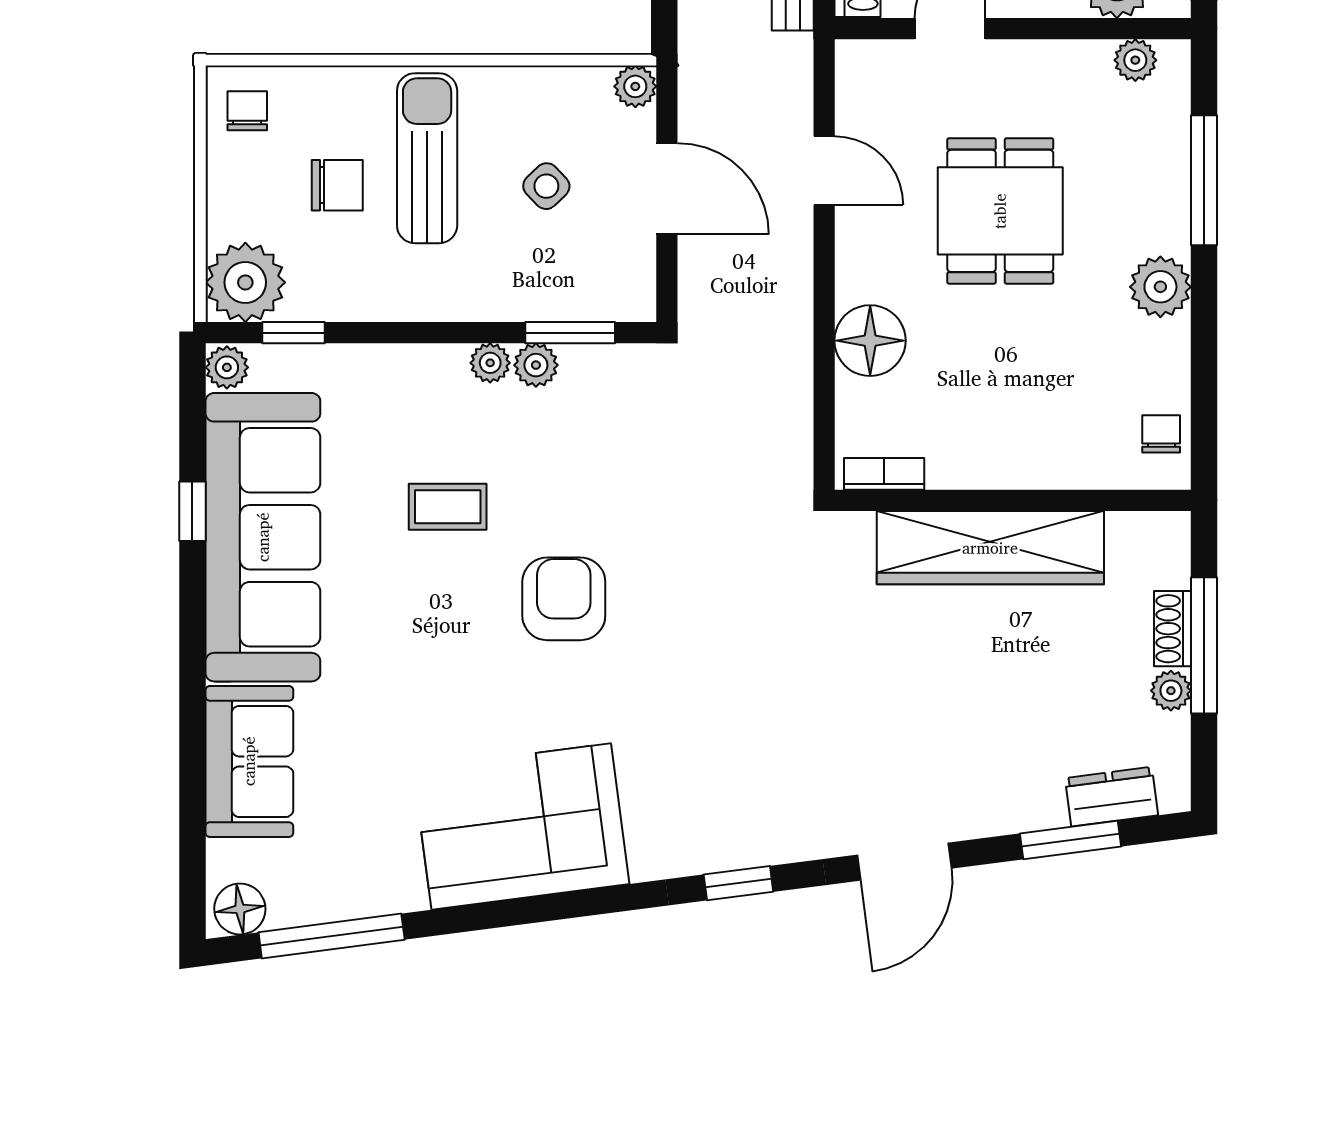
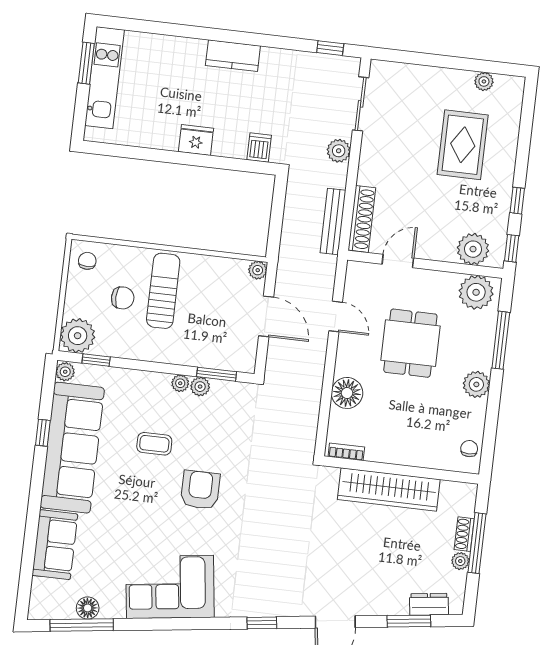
plant: (1135, 60) -> (476, 292), width x1.87, depth x1.87
side table: (546, 186) -> (214, 309), removed
floor lamp: (240, 909) -> (88, 608), moved

